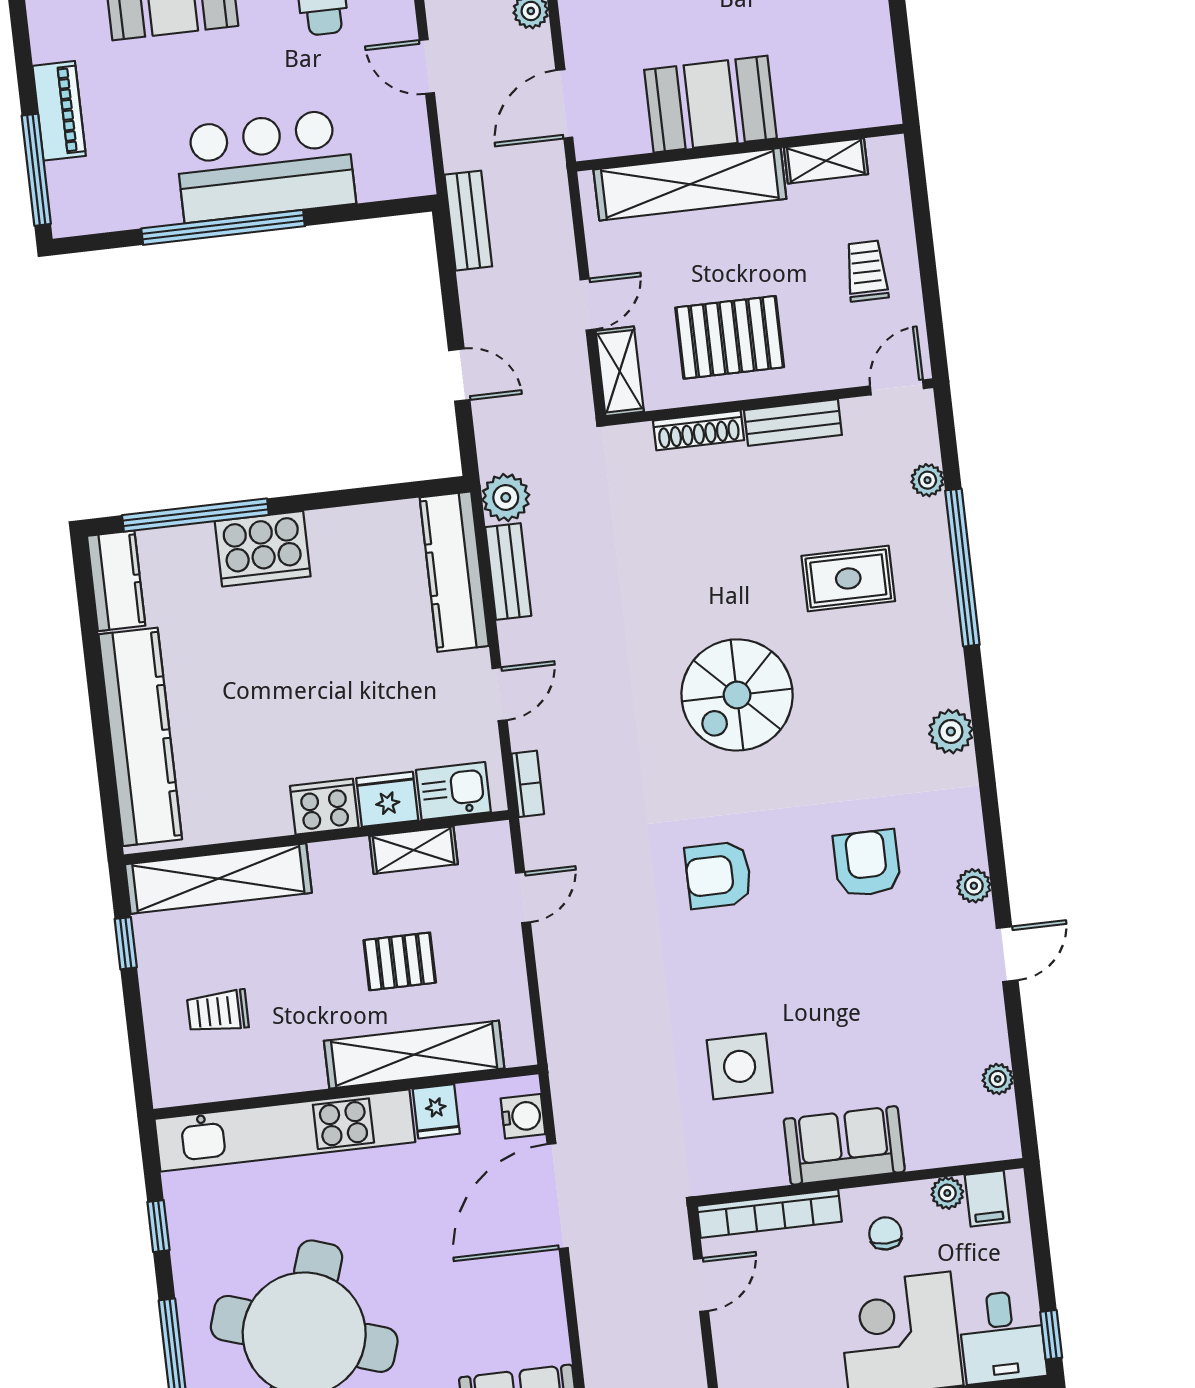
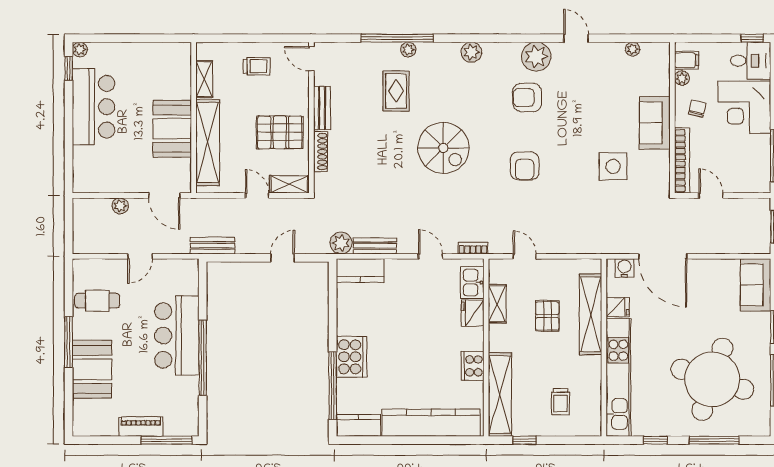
trolley: (867, 271) -> (257, 66), turned 180
pallet: (730, 337) -> (280, 132), turned 90
plant: (927, 480) -> (408, 50), moved
kitchen counter: (454, 572) -> (360, 270), width x0.67
cooker: (324, 807) -> (473, 366), moved
plant: (974, 886) -> (536, 57), width x1.88, depth x1.88
chair: (885, 1233) -> (697, 109), turned 103

